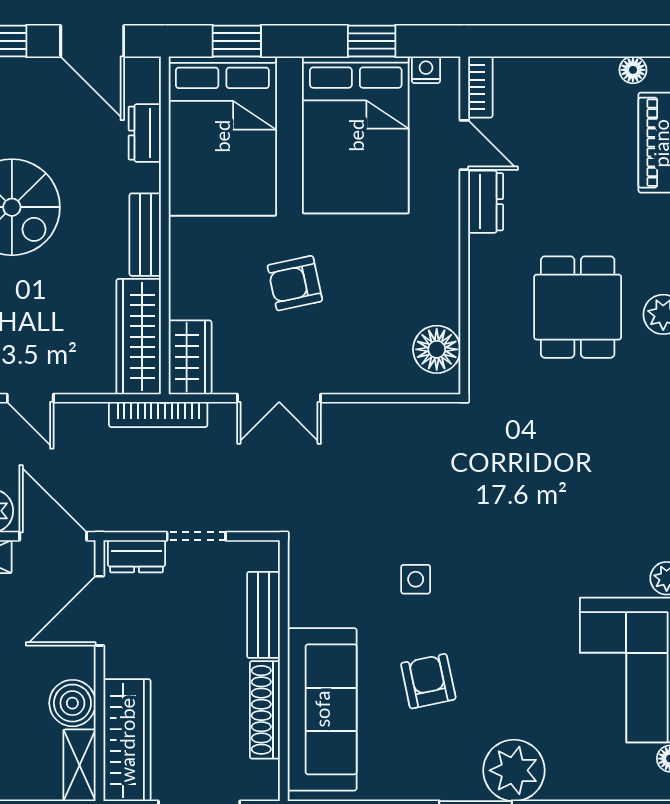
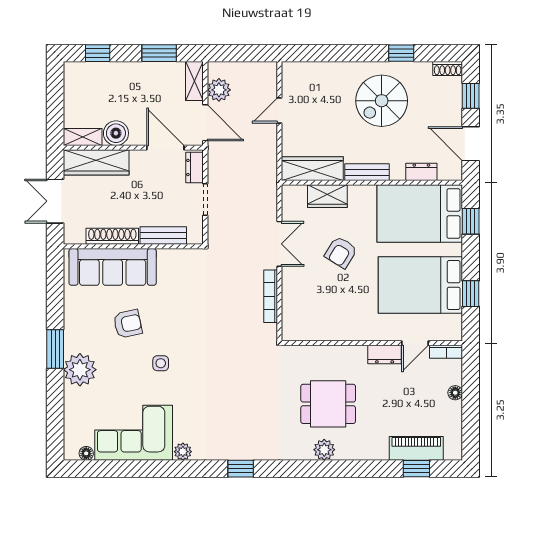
door: (92, 41) -> (471, 144), hinge flipped
nightstand: (426, 70) -> (455, 323), removed
floor lamp: (633, 70) -> (455, 393), moved
armchair: (295, 283) -> (341, 252), turned -136
floor lamp: (437, 349) -> (305, 328), removed
wardrobe: (190, 357) -> (327, 196), moved
double door: (279, 398) -> (279, 244), swing flipped
bookcase: (158, 415) -> (271, 296), moved
door: (53, 536) -> (205, 123), hinge flipped
side table: (416, 579) -> (161, 363), moved

